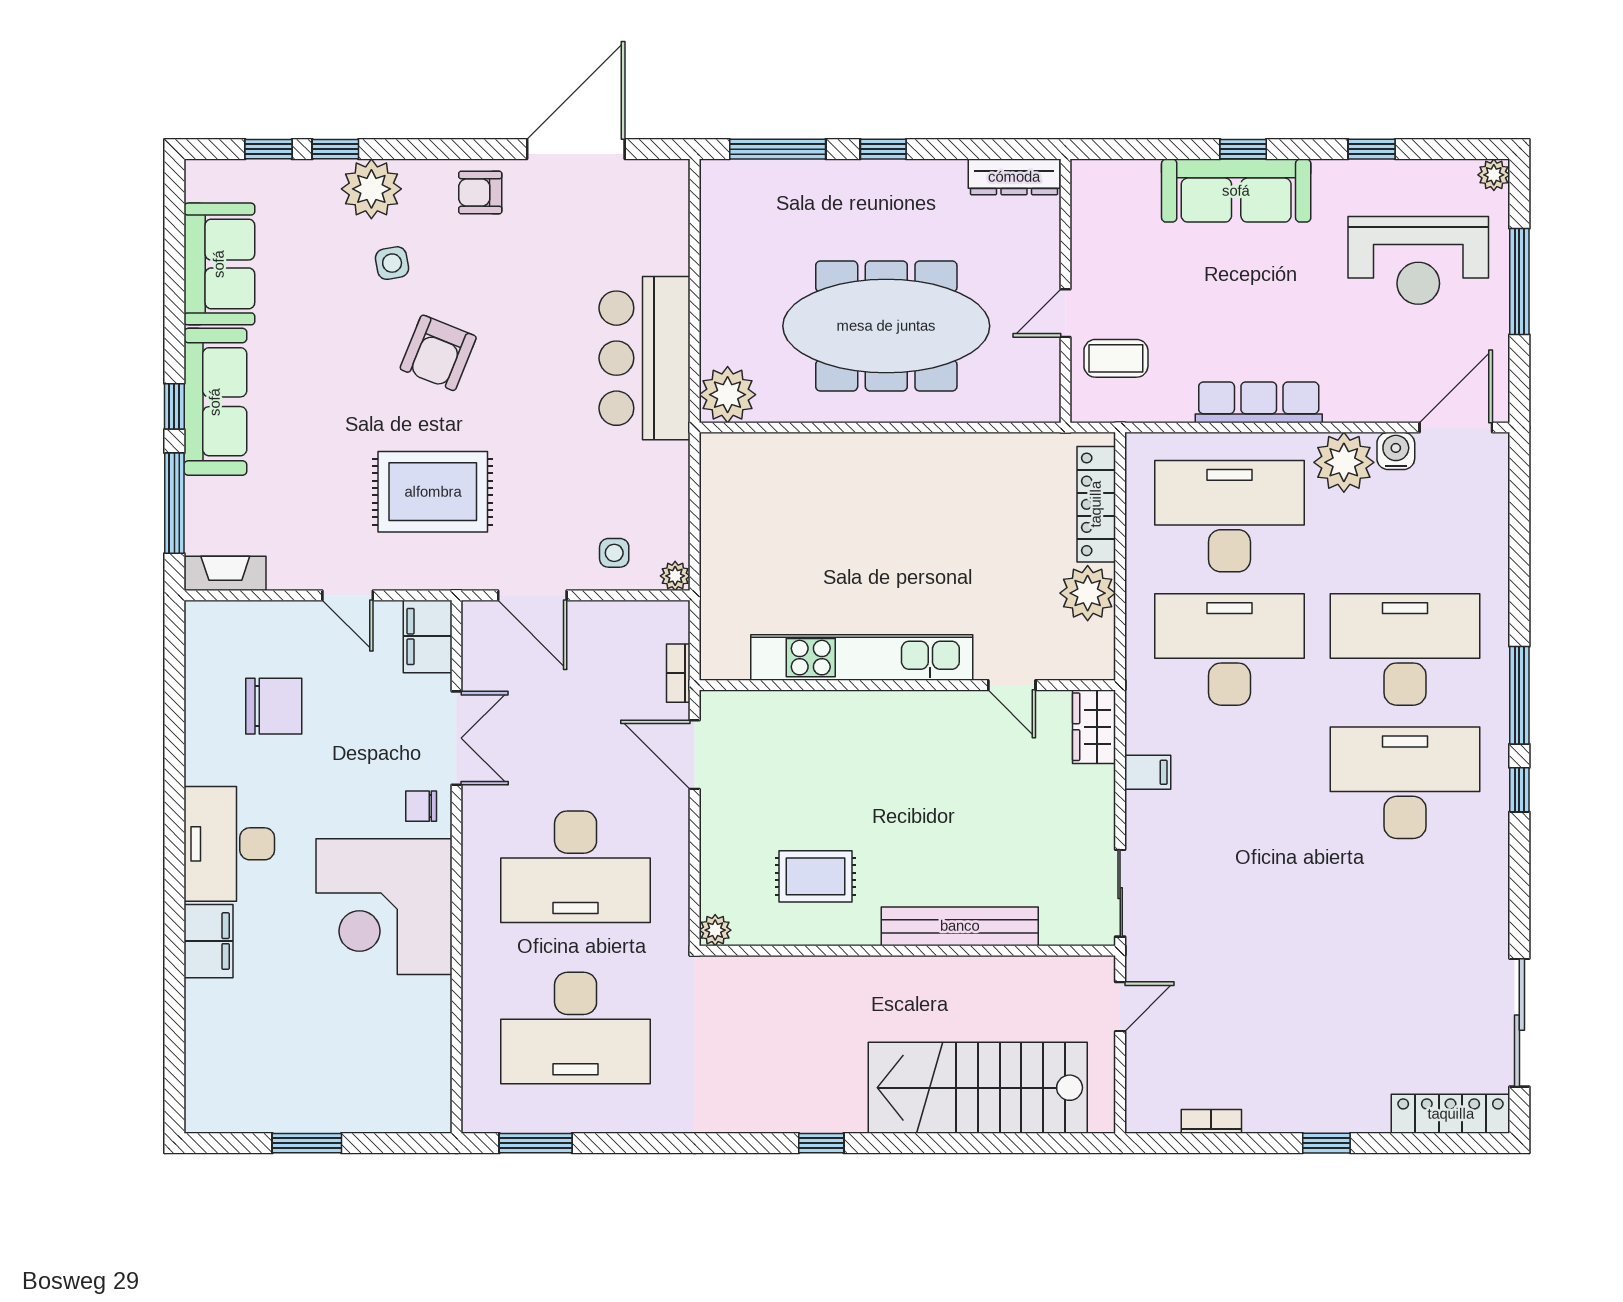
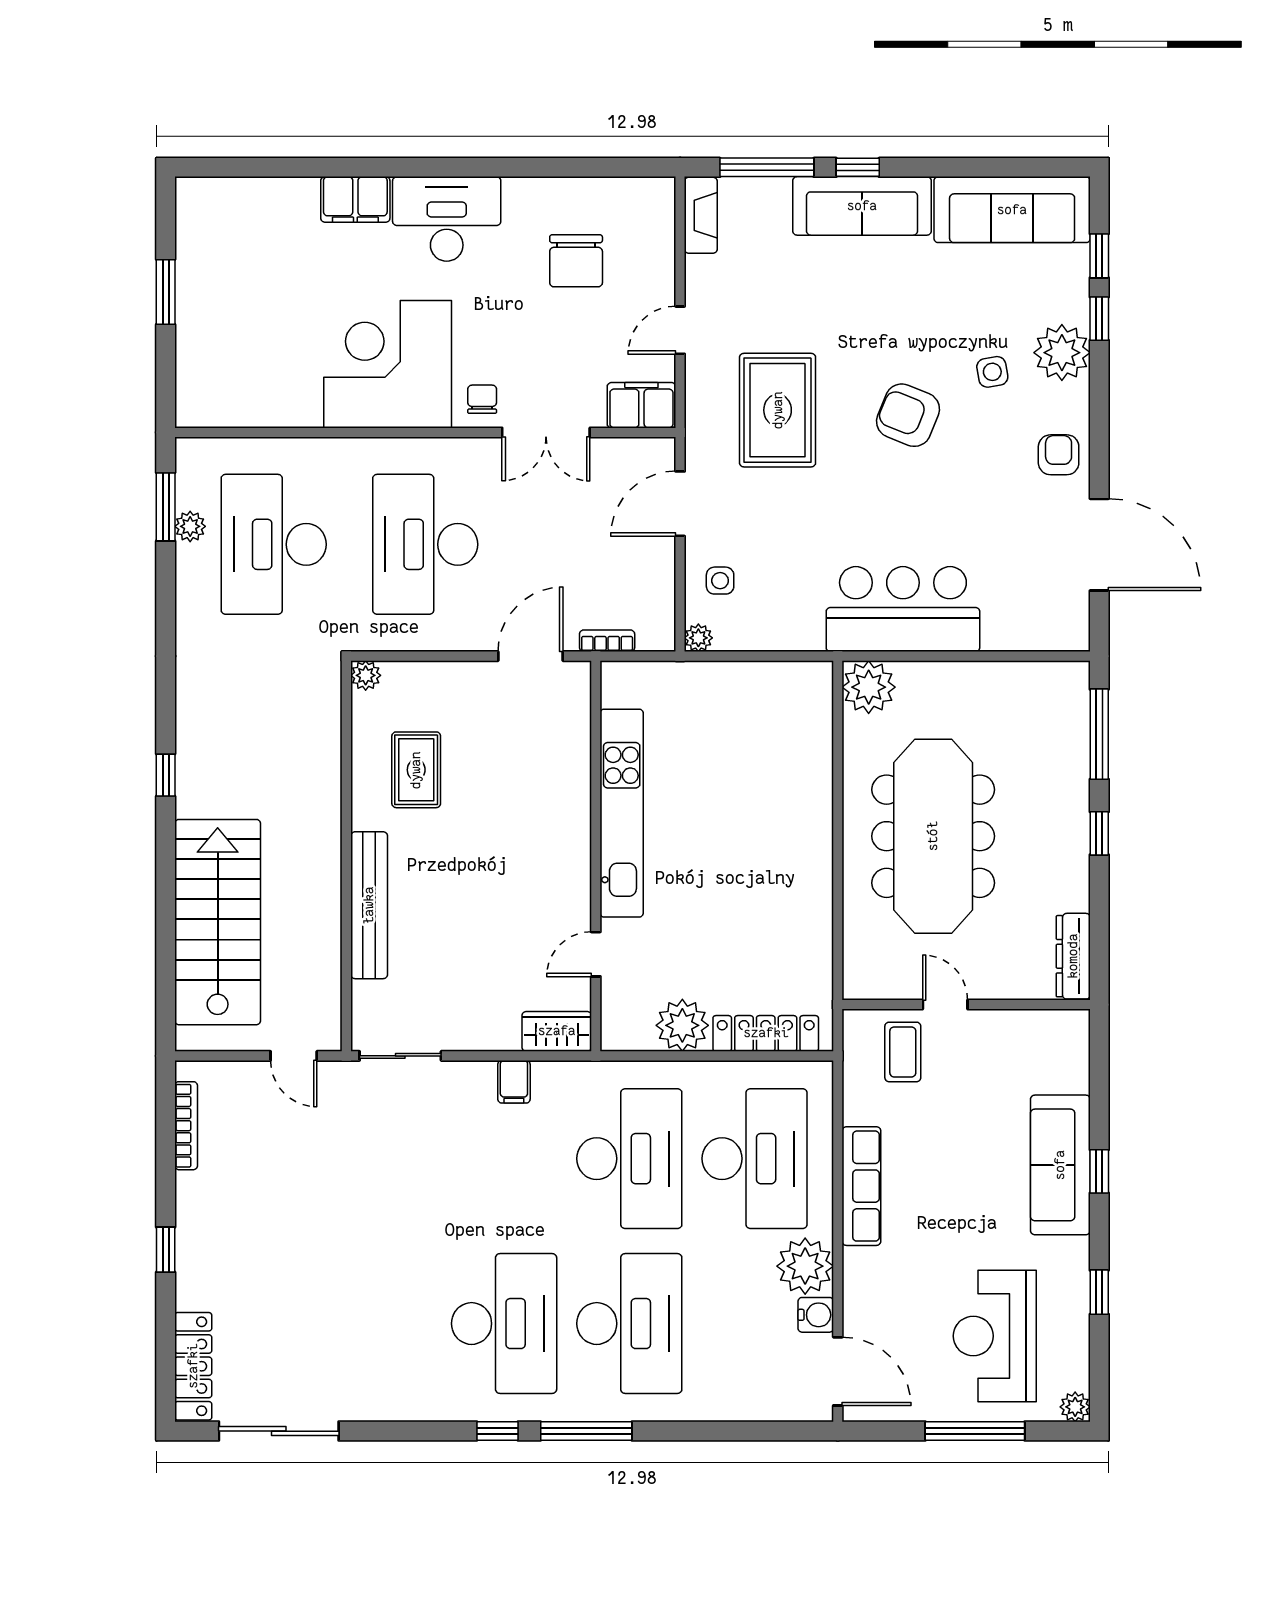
sofa: (219, 264) -> (1012, 210), width x1.36
plant: (557, 1117) -> (190, 526), added
bookcase: (1211, 1121) -> (186, 1126), width x1.56

